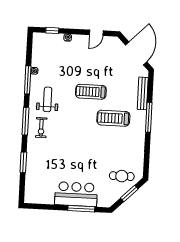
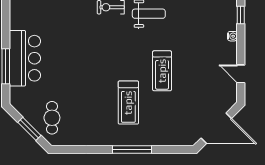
treadmill: (91, 92) -> (162, 71), turned 180
bench: (143, 93) -> (163, 140), removed
treadmill: (113, 118) -> (128, 103), turned 180

